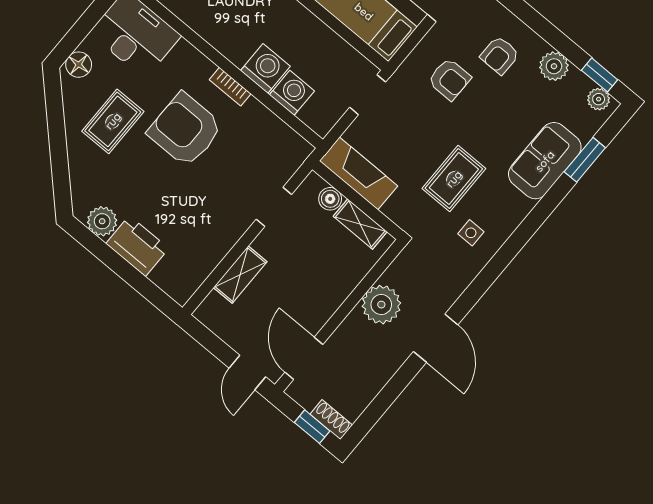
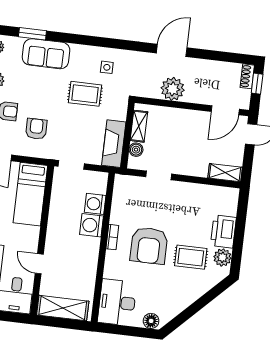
rug: (113, 121) -> (191, 257), moved
shelving: (240, 275) -> (225, 173), moved

